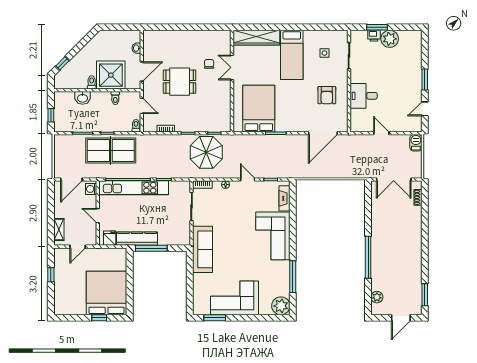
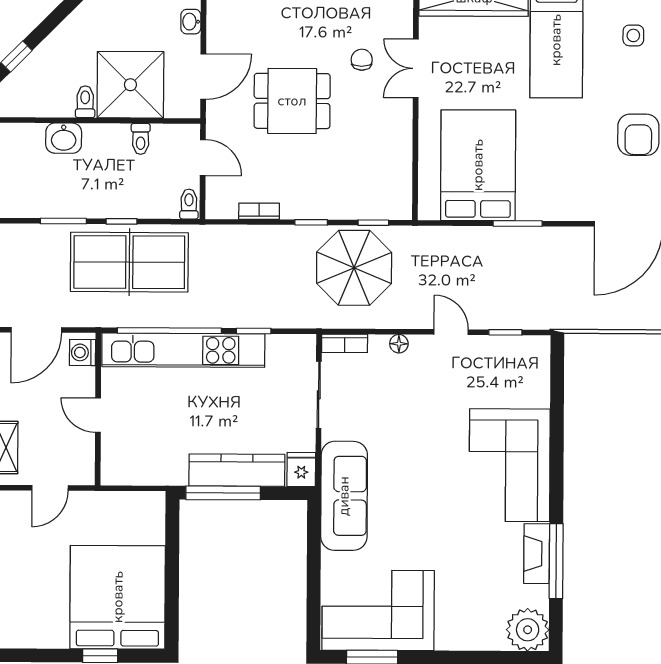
fireplace: (285, 198) -> (537, 554), moved
fridge: (110, 238) -> (301, 469), moved
kitchen counter: (137, 239) -> (237, 470), moved
corner sofa: (234, 298) -> (378, 610), moved

